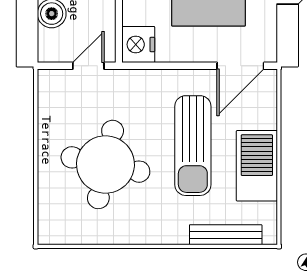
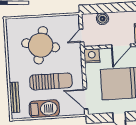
door: (88, 66) -> (82, 35), swing flipped
sun lounger: (193, 146) -> (51, 81), turned 180

